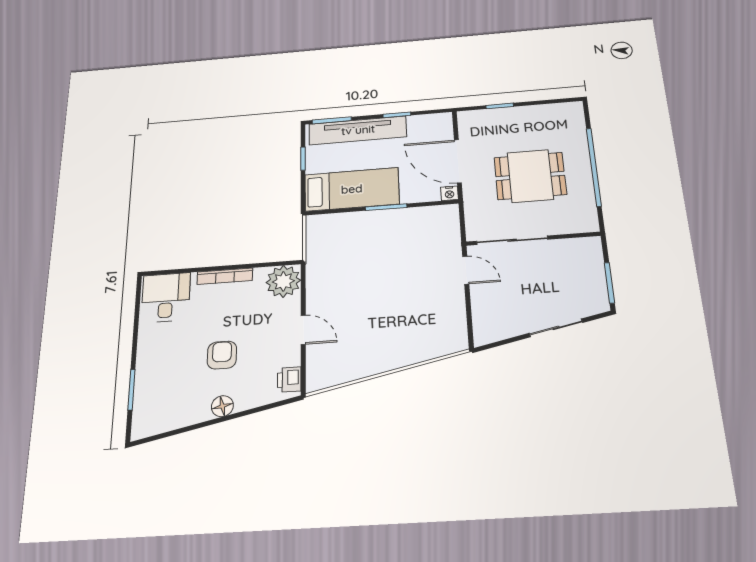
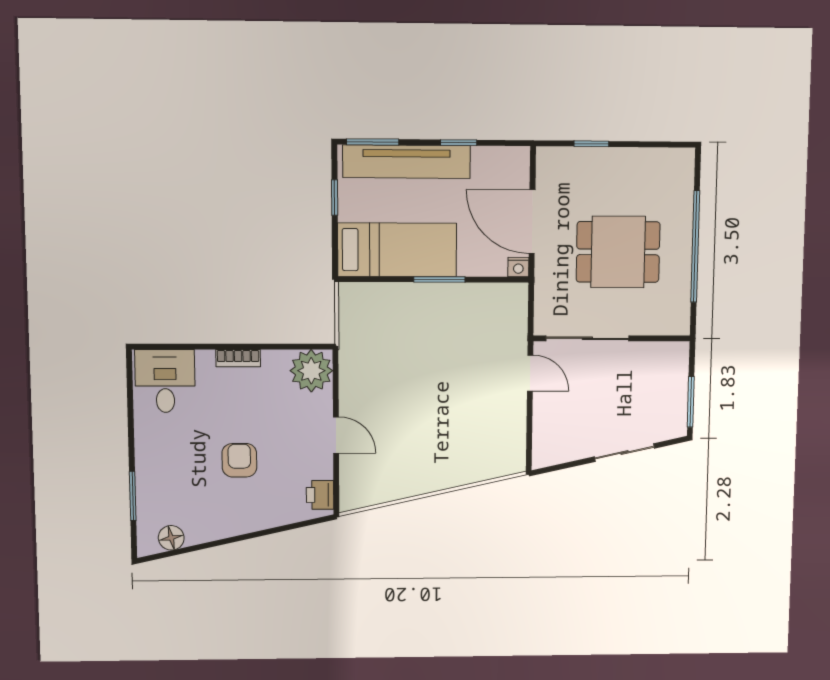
bookcase: (225, 276) -> (238, 358), width x0.64
floor lamp: (222, 406) -> (171, 538), moved

